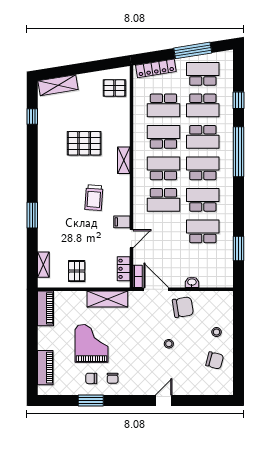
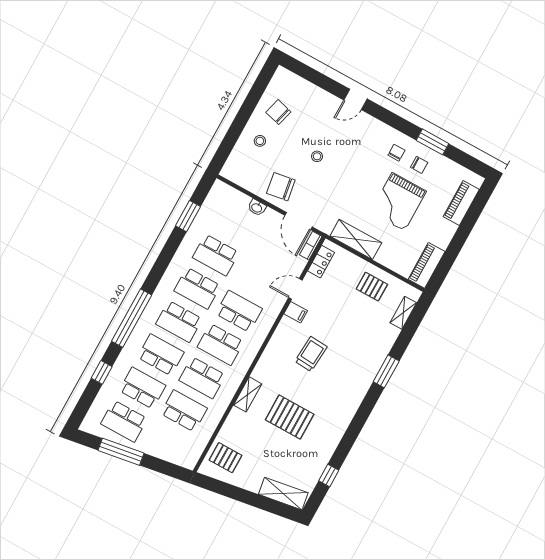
locker: (156, 68) -> (170, 454), removed
shelving: (124, 160) -> (248, 394), moved
pallet: (77, 271) -> (372, 287), turned 90

